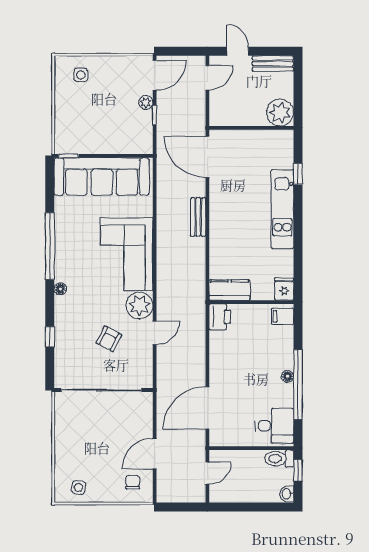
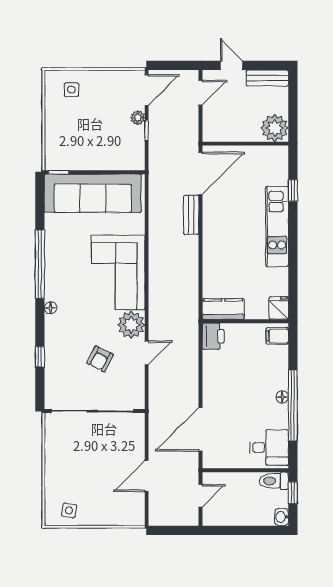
door: (207, 157) -> (200, 173), swing flipped
bench: (198, 217) -> (191, 215), moved
chair: (133, 482) -> (124, 505), removed

